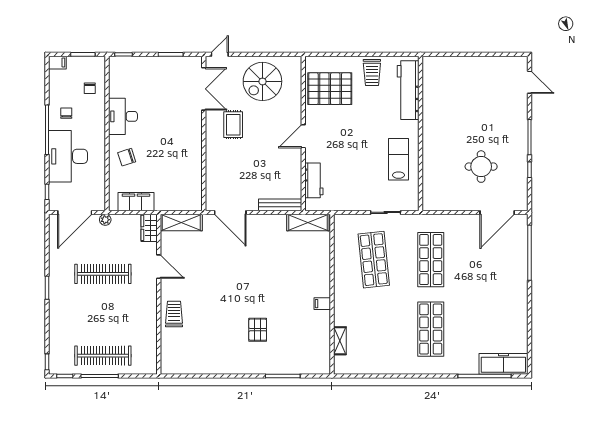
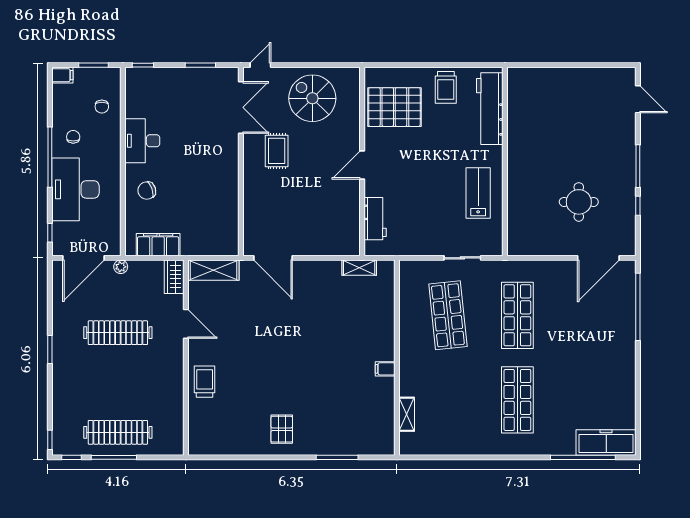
spiral stairs: (262, 81) -> (312, 98), turned 90
bench: (280, 205) -> (334, 249), removed
shelving: (308, 223) -> (359, 268), width x0.67, depth x0.75
pallet: (258, 330) -> (282, 429), moved

